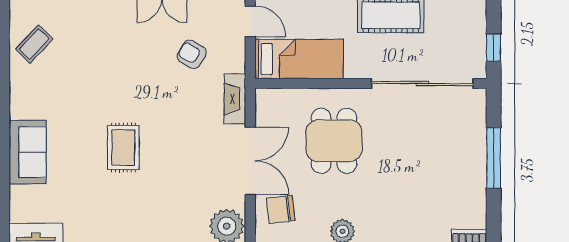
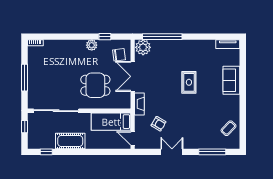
dining table: (334, 141) -> (95, 85), turned 90

